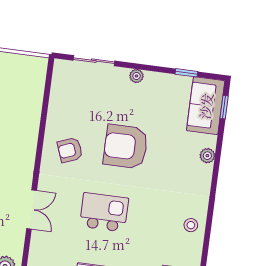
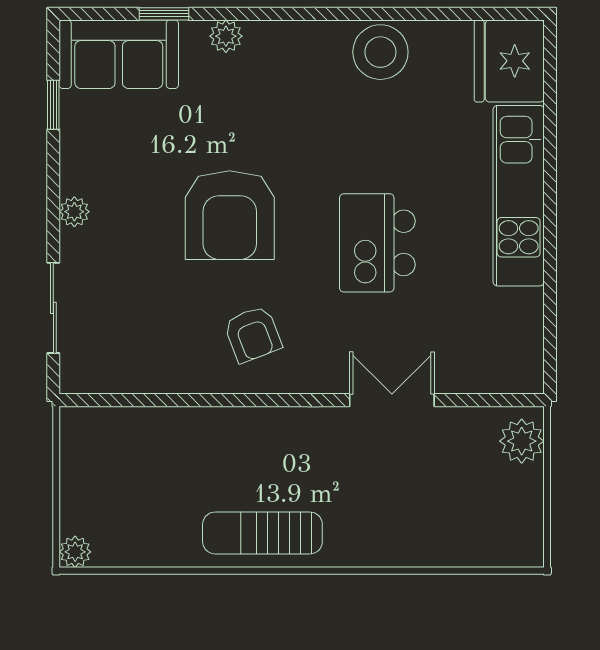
window: (224, 107) -> (164, 14), moved
stool: (191, 225) -> (380, 52), width x1.89, depth x1.89

